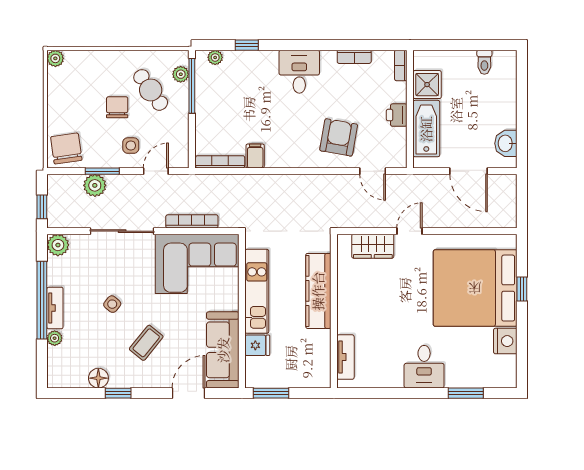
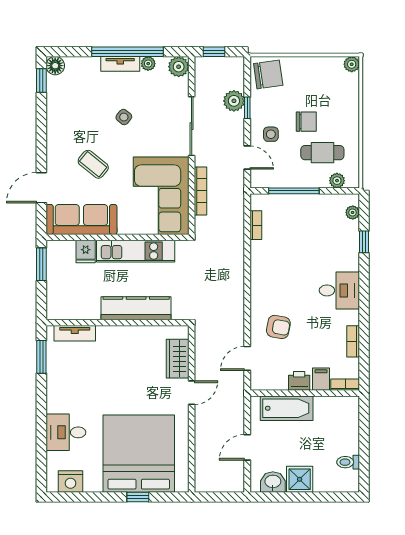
shower: (427, 85) -> (300, 479), moved
window: (192, 86) -> (294, 191), moved
cafe table: (151, 90) -> (322, 153), turned 35
armchair: (339, 137) -> (278, 327), width x0.72, depth x0.72
filing cabinet: (255, 156) -> (321, 379), moved, turned -90
bookcase: (220, 162) -> (256, 225), width x0.64
window: (102, 171) -> (247, 108), width x0.67
door: (469, 171) -> (247, 447), width x0.73
door: (410, 231) -> (192, 393), hinge flipped
plant: (55, 338) -> (148, 64), moved
nightstand: (505, 341) -> (70, 482), moved
coffee table: (146, 343) -> (93, 164), moved
desk: (424, 367) -> (66, 432), moved
floor lamp: (98, 378) -> (55, 66), moved
window: (118, 393) -> (41, 81), moved
door: (189, 393) -> (41, 188), swing flipped
window: (466, 393) -> (41, 357), moved

